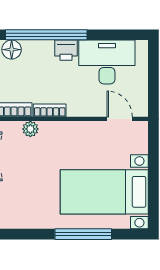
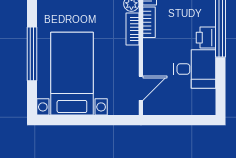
desk: (107, 62) -> (195, 69), width x0.73
bookcase: (57, 128) -> (133, 29), added

